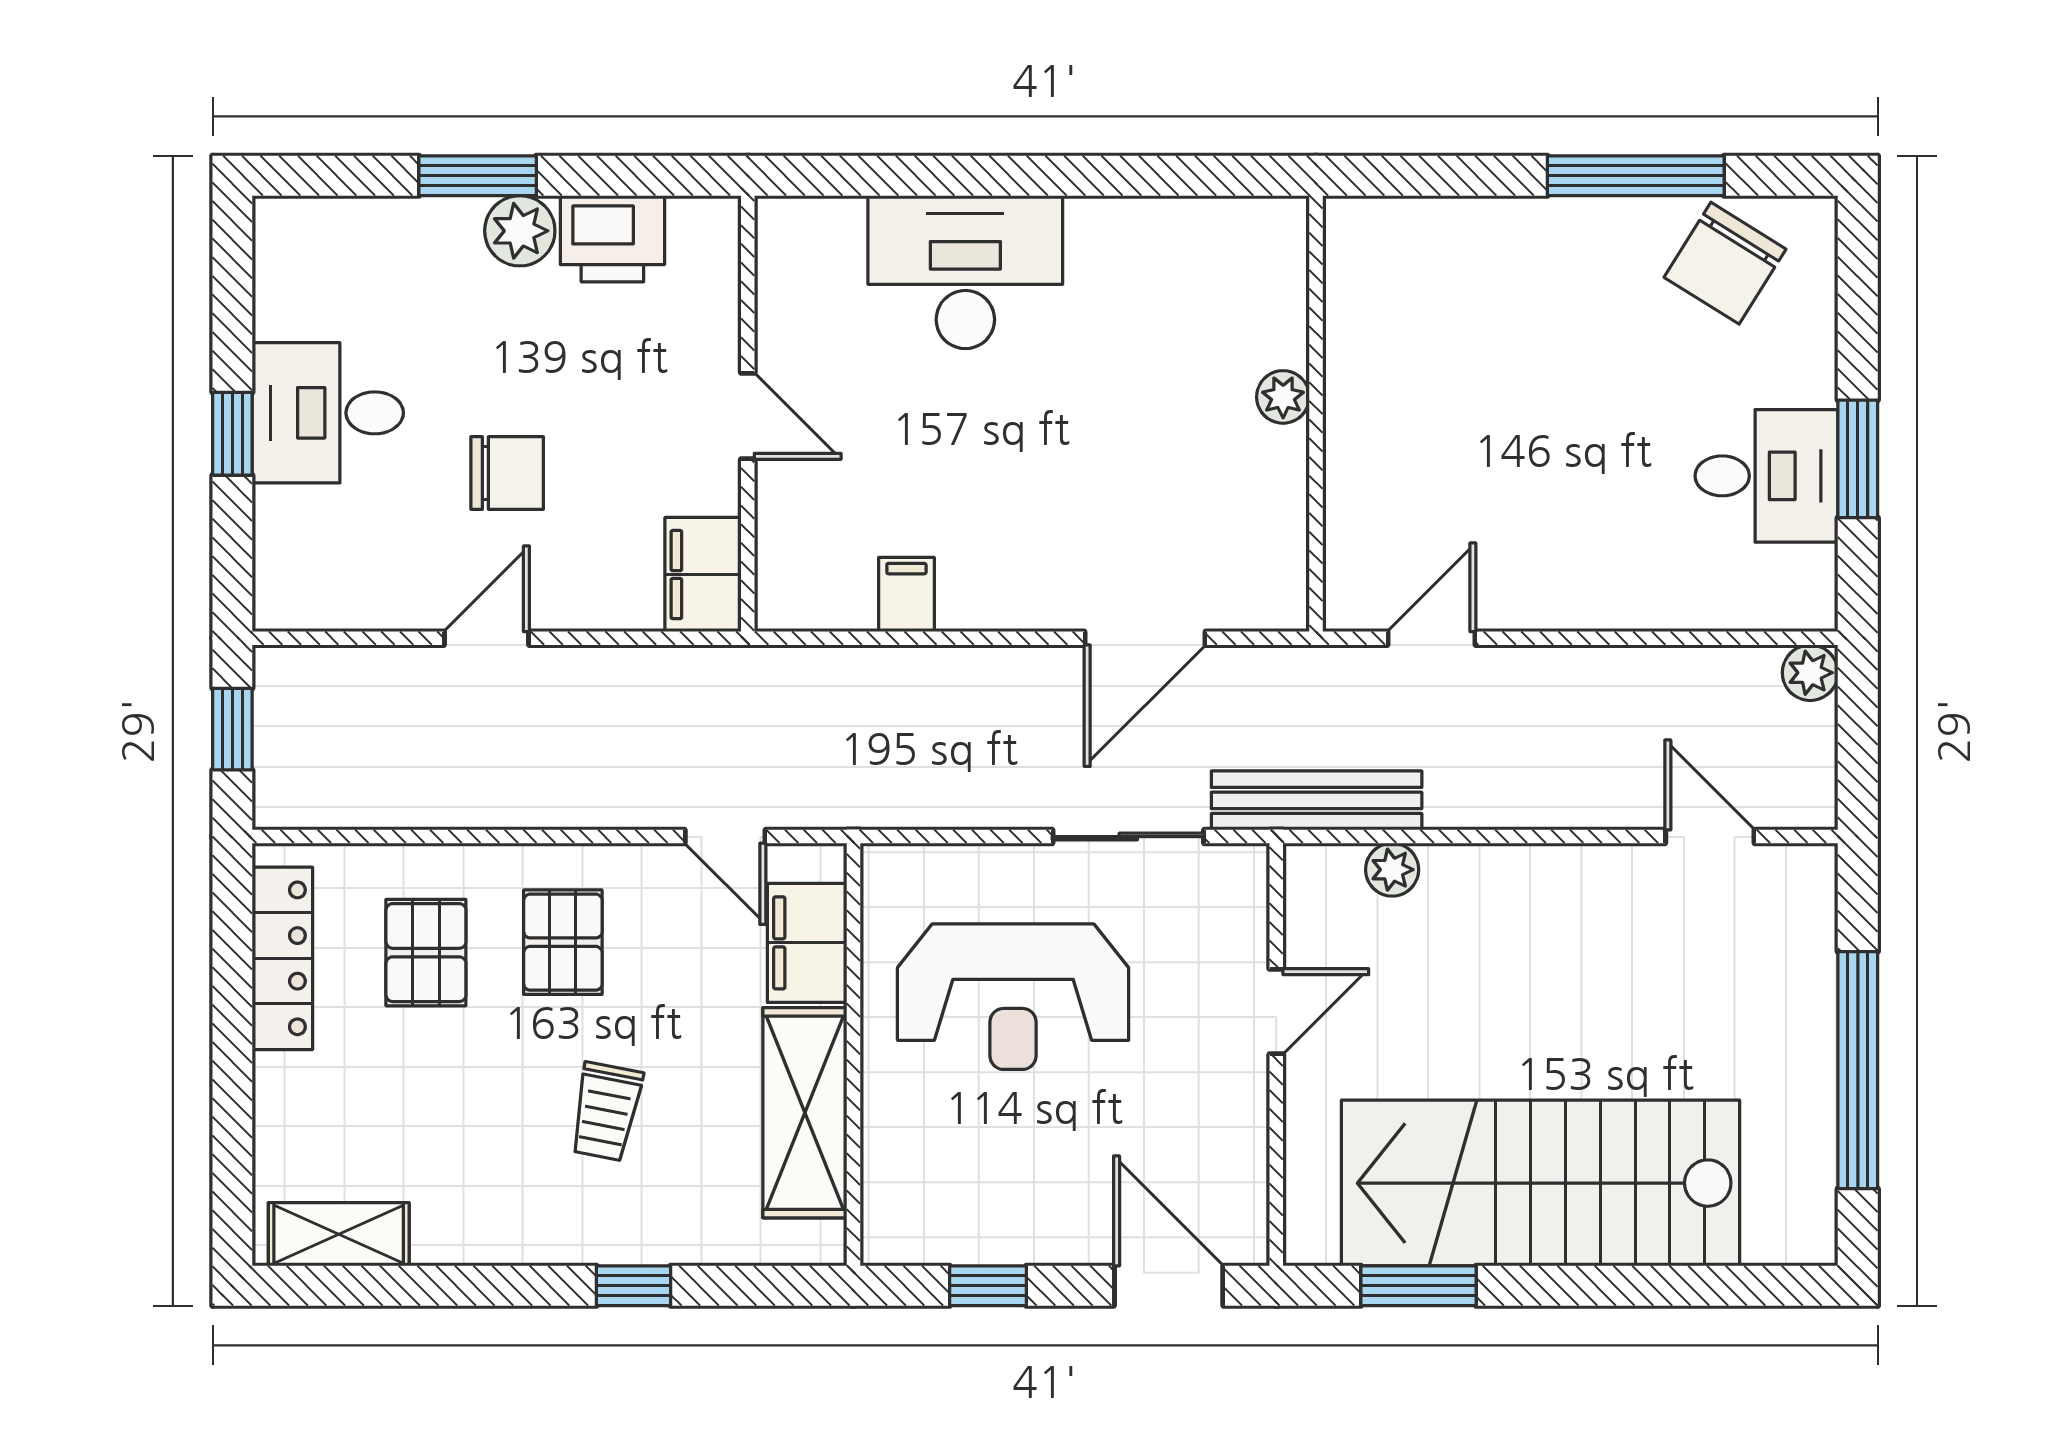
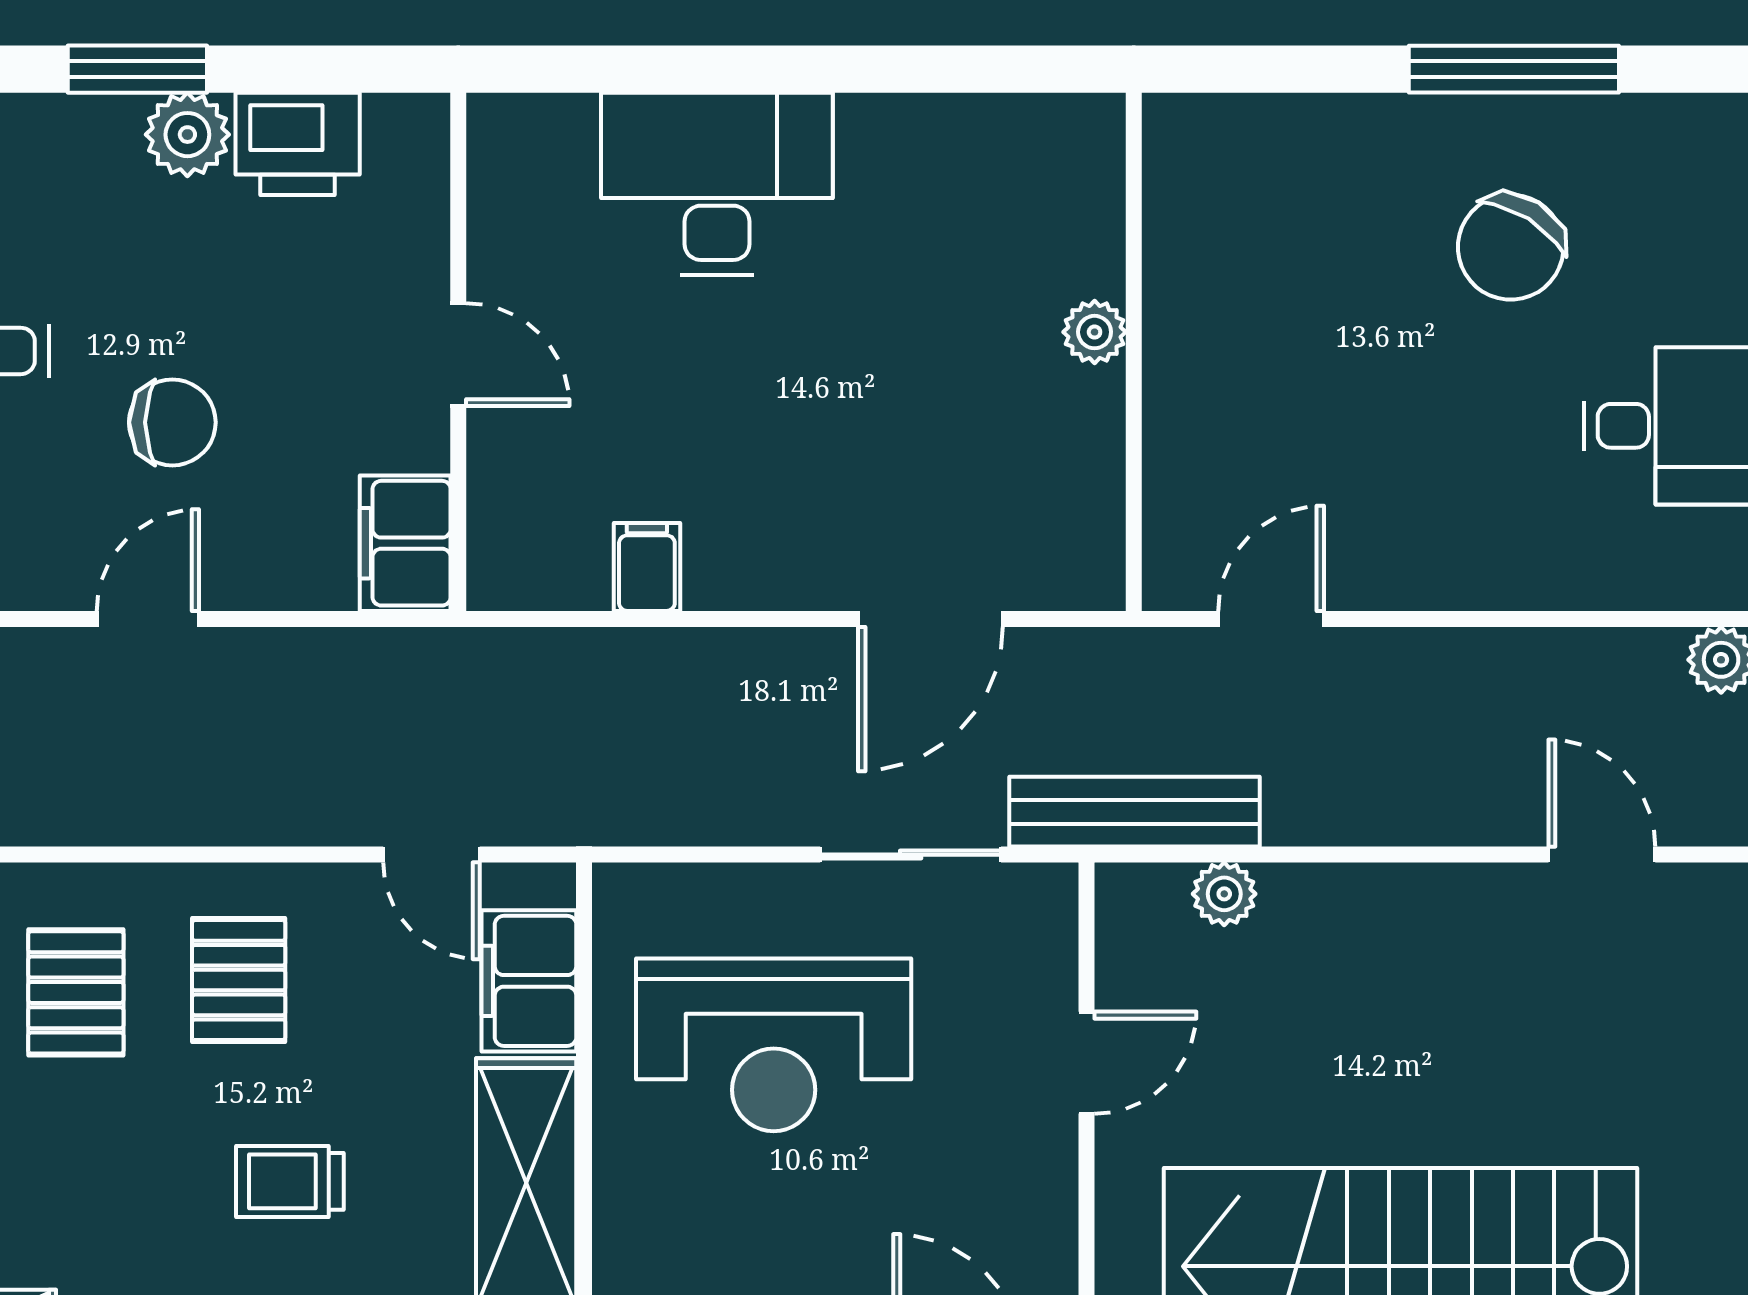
chair: (1725, 263) -> (1511, 247), moved
trolley: (606, 1112) -> (290, 1181), turned 79

